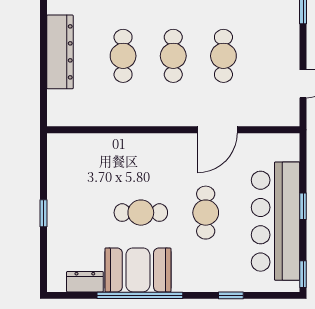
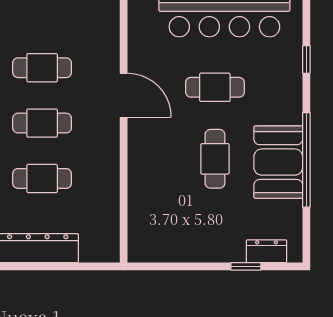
door: (217, 130) -> (124, 95), moved
window: (43, 213) -> (246, 266), moved
dresser: (85, 282) -> (266, 251), moved, turned 90

